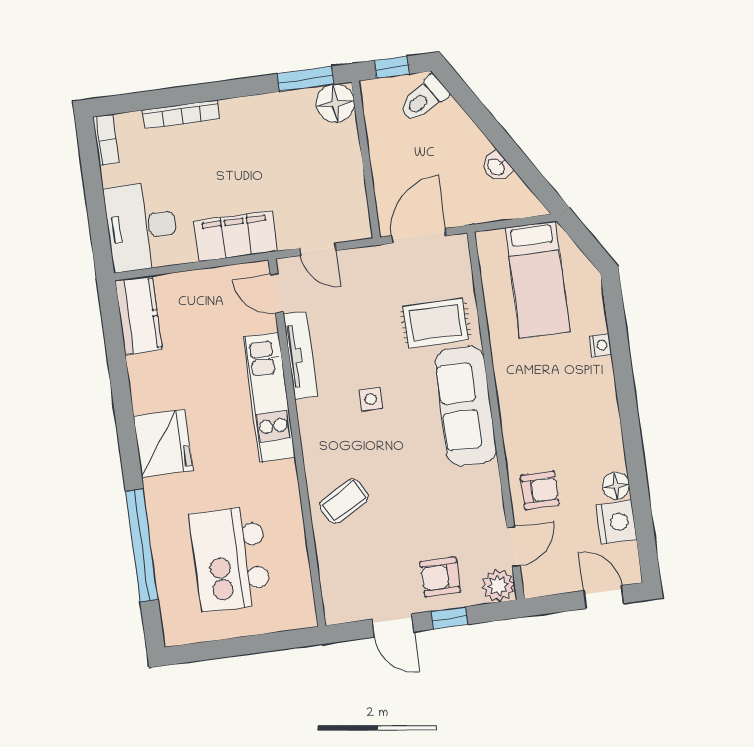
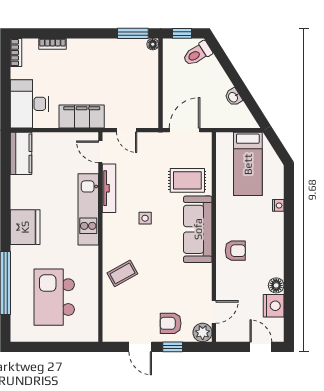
floor lamp: (335, 103) -> (153, 44), width x0.53, depth x0.53
bookcase: (181, 114) -> (53, 44), width x0.64
armchair: (540, 490) -> (235, 251), moved

